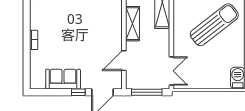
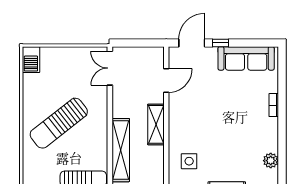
sofa: (63, 79) -> (246, 58), width x1.36
window: (147, 92) -> (139, 43), removed

